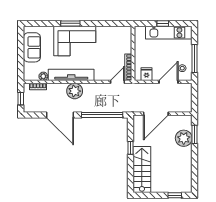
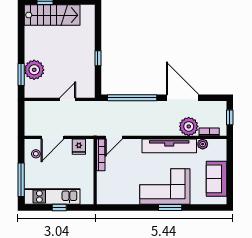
window: (195, 58) -> (21, 180), moved
plant: (75, 91) -> (189, 126), moved
door: (156, 114) -> (68, 99), width x0.53
stairs: (142, 169) -> (52, 15), moved, turned -90

